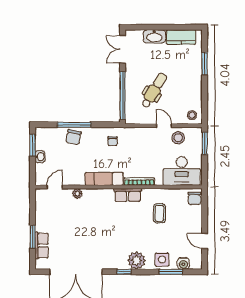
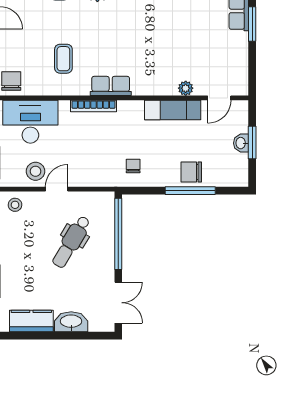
door: (164, 126) -> (57, 189), swing flipped
chair: (74, 137) -> (191, 172), turned -101
window: (33, 145) -> (252, 143), moved
exam couch: (104, 179) -> (173, 110), moved

